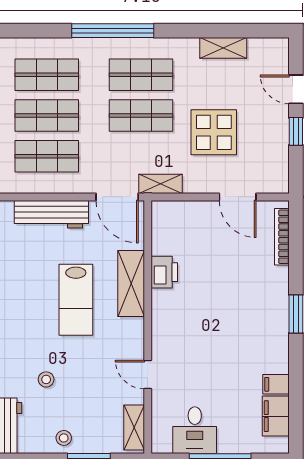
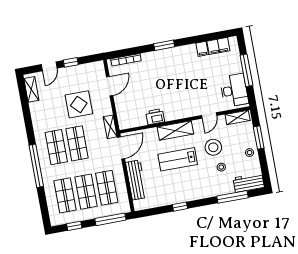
shelving: (223, 48) -> (31, 89), moved
shelving: (131, 283) -> (175, 130), moved
lab bench: (76, 300) -> (178, 159), turned 180
stool: (86, 371) -> (213, 147), added
desk: (195, 430) -> (234, 90), width x1.37

